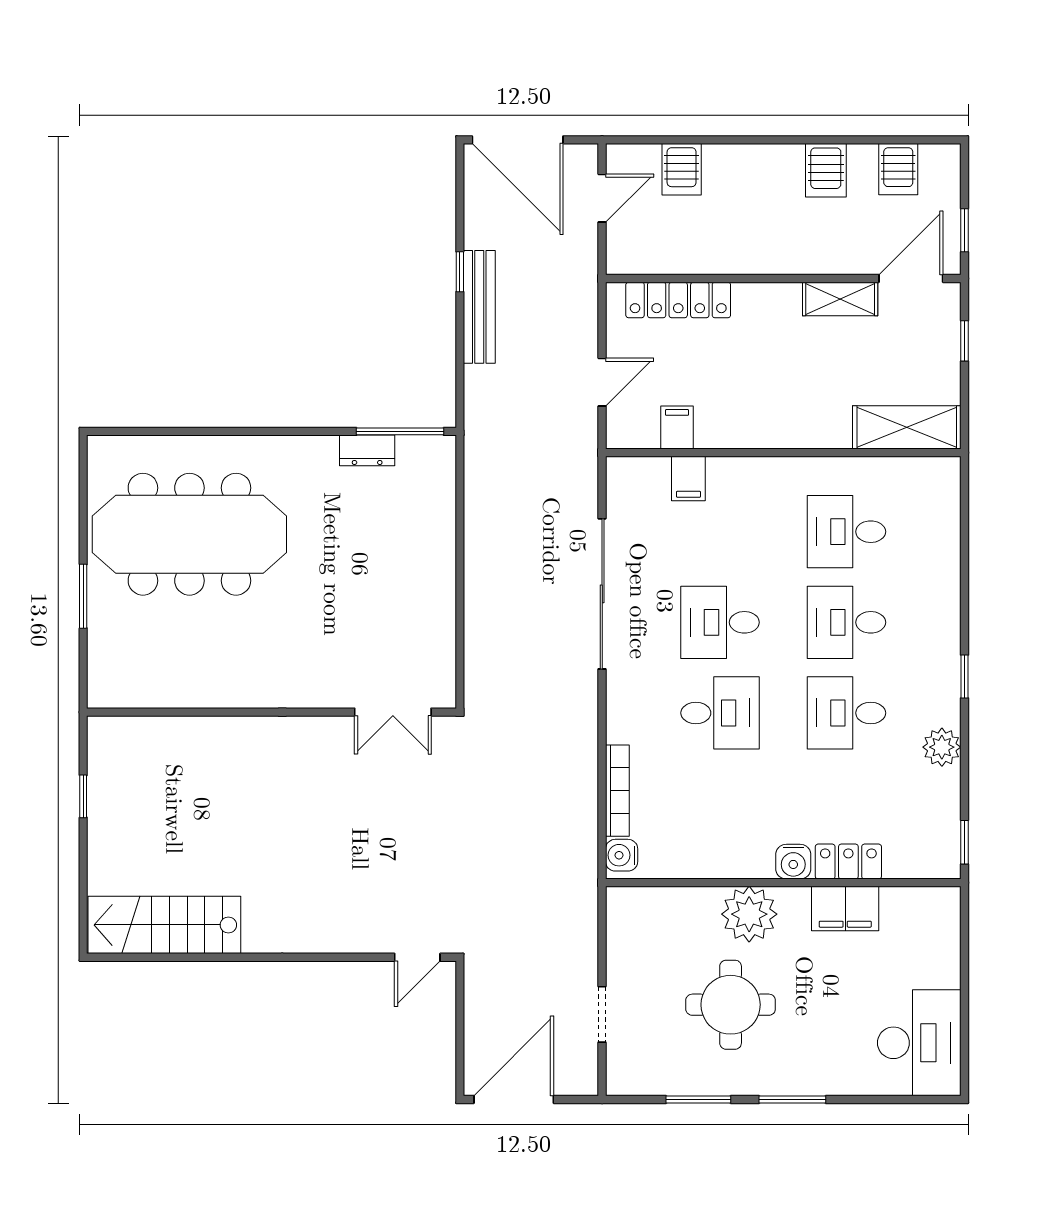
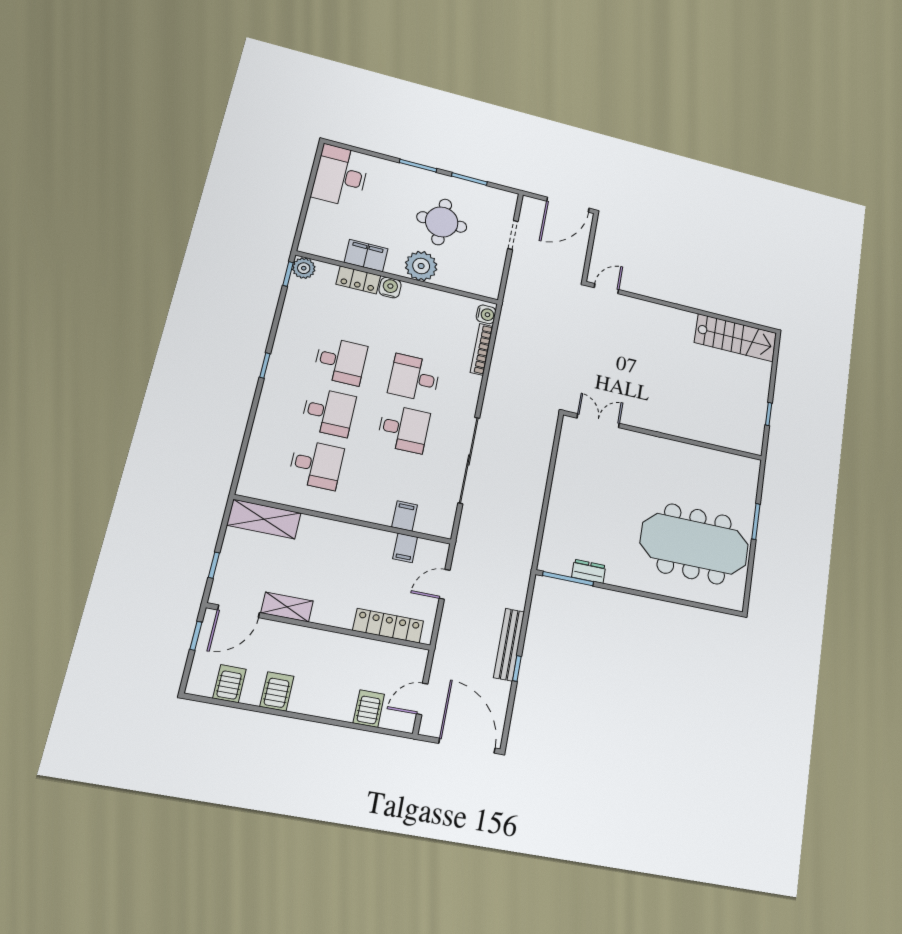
plant: (942, 747) -> (304, 268), moved

